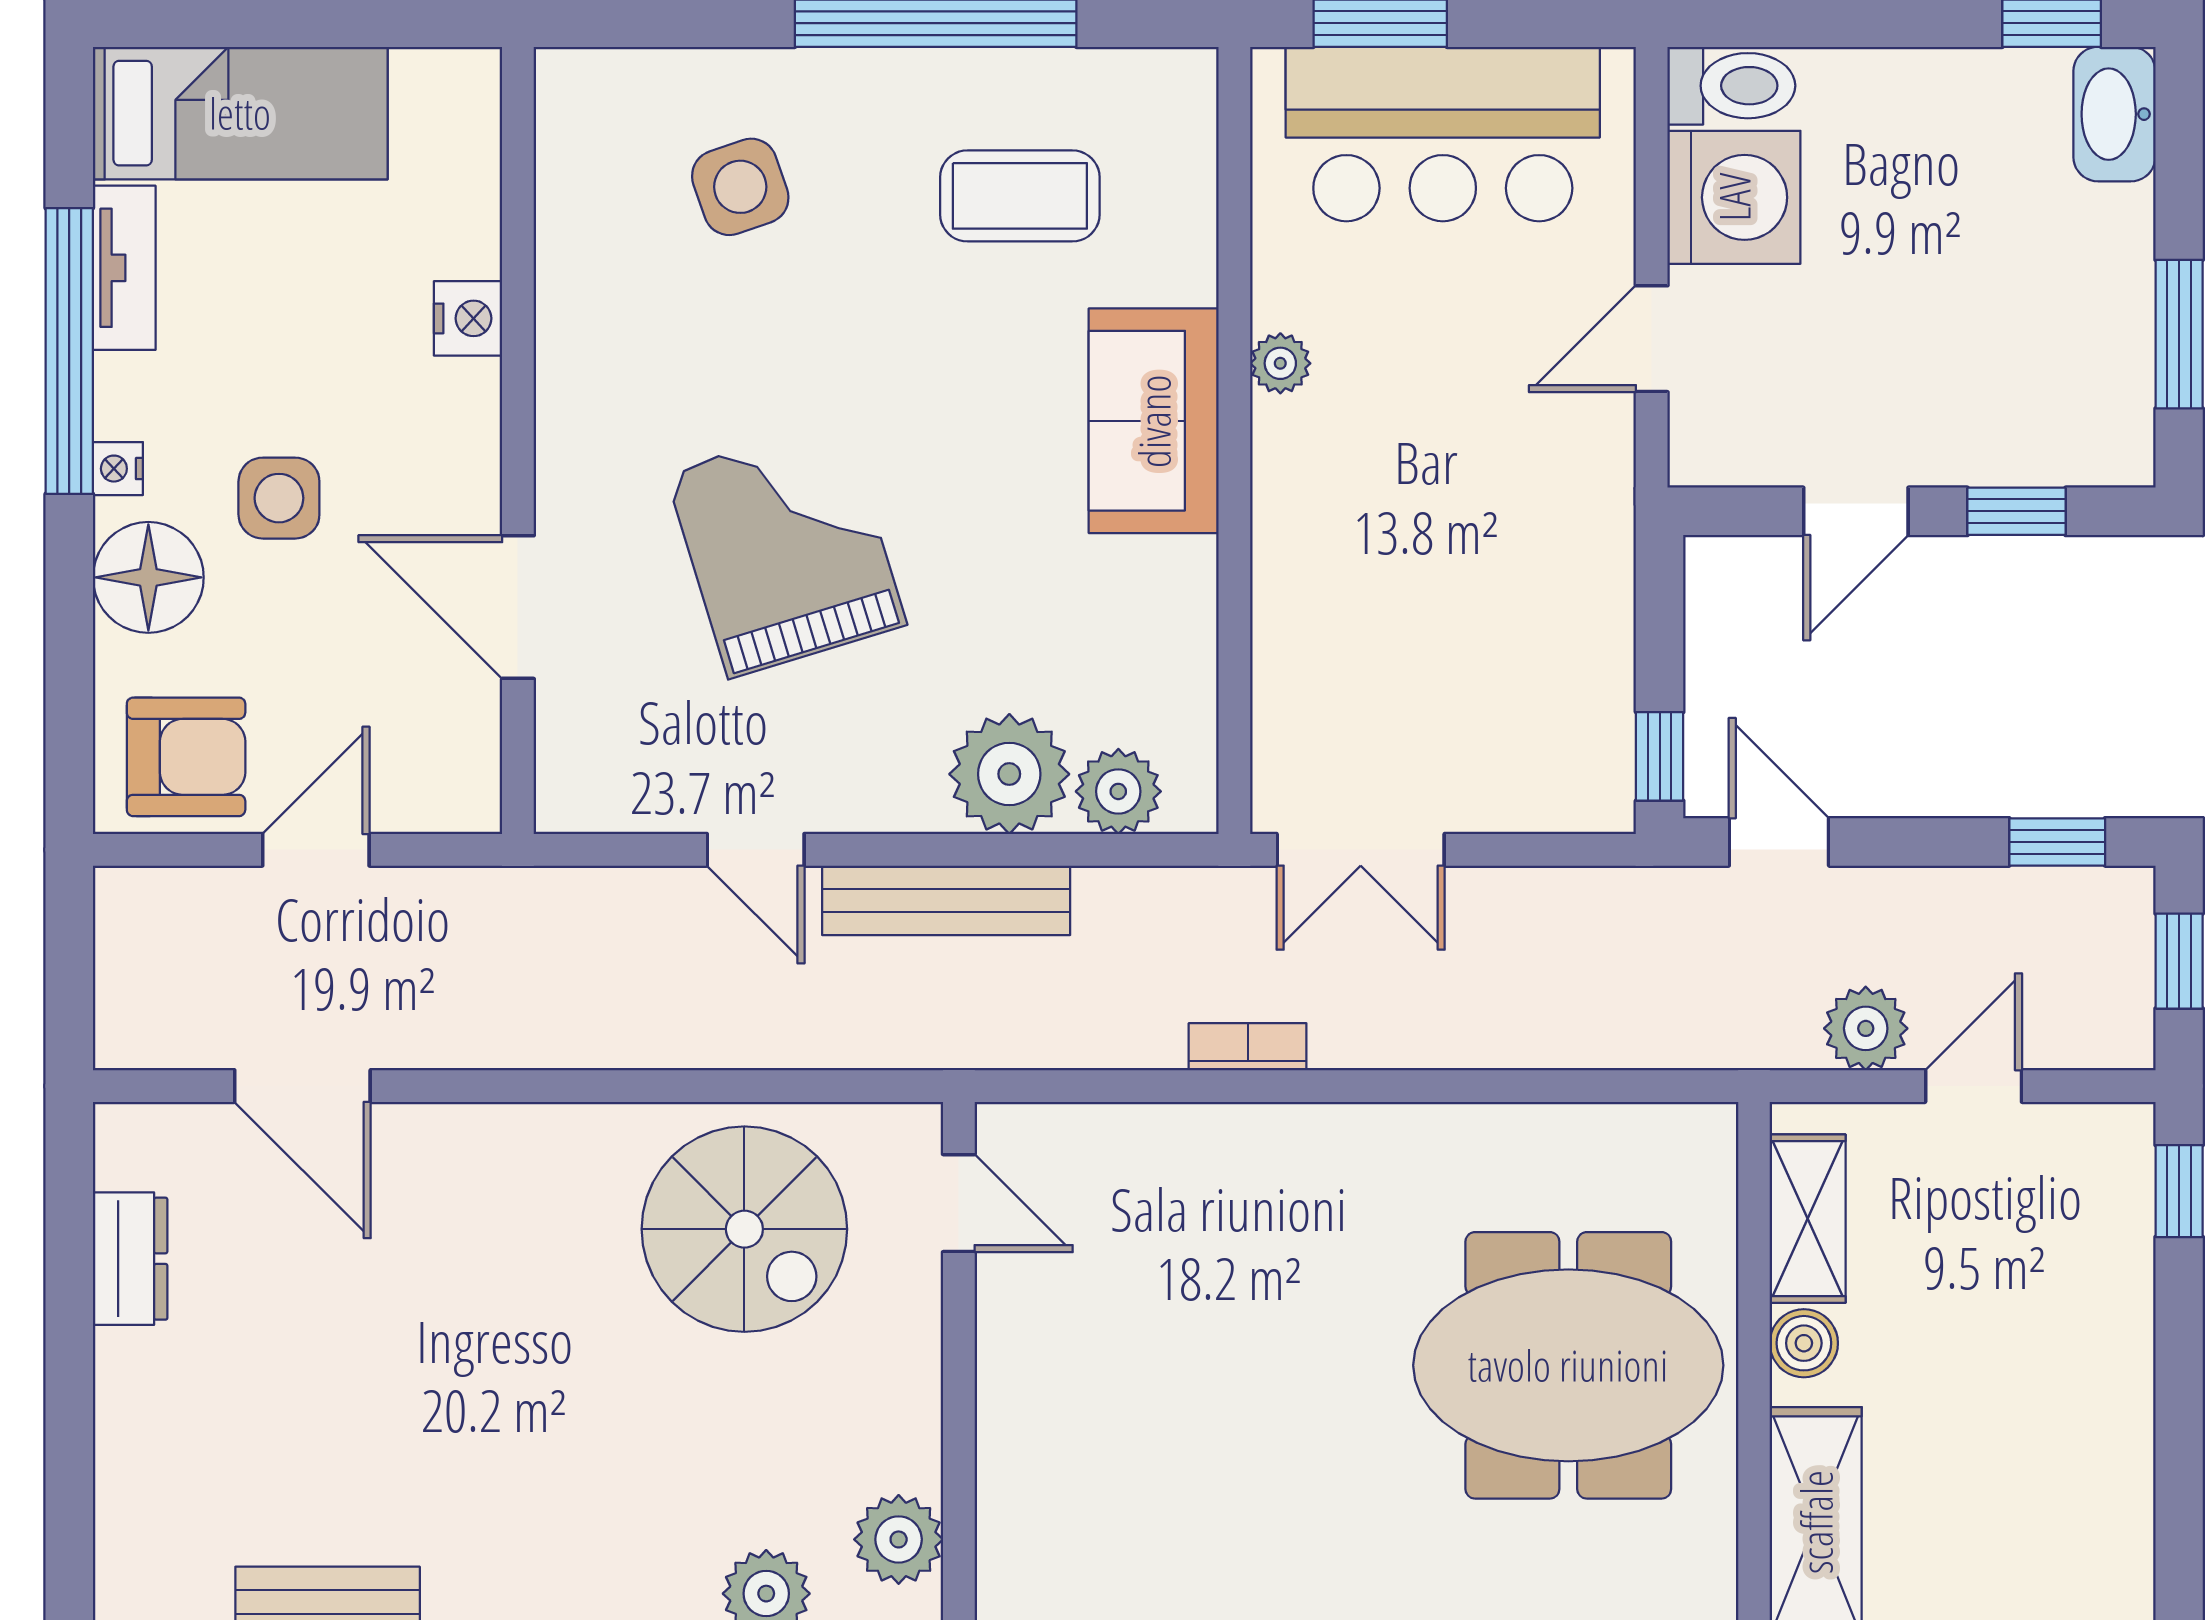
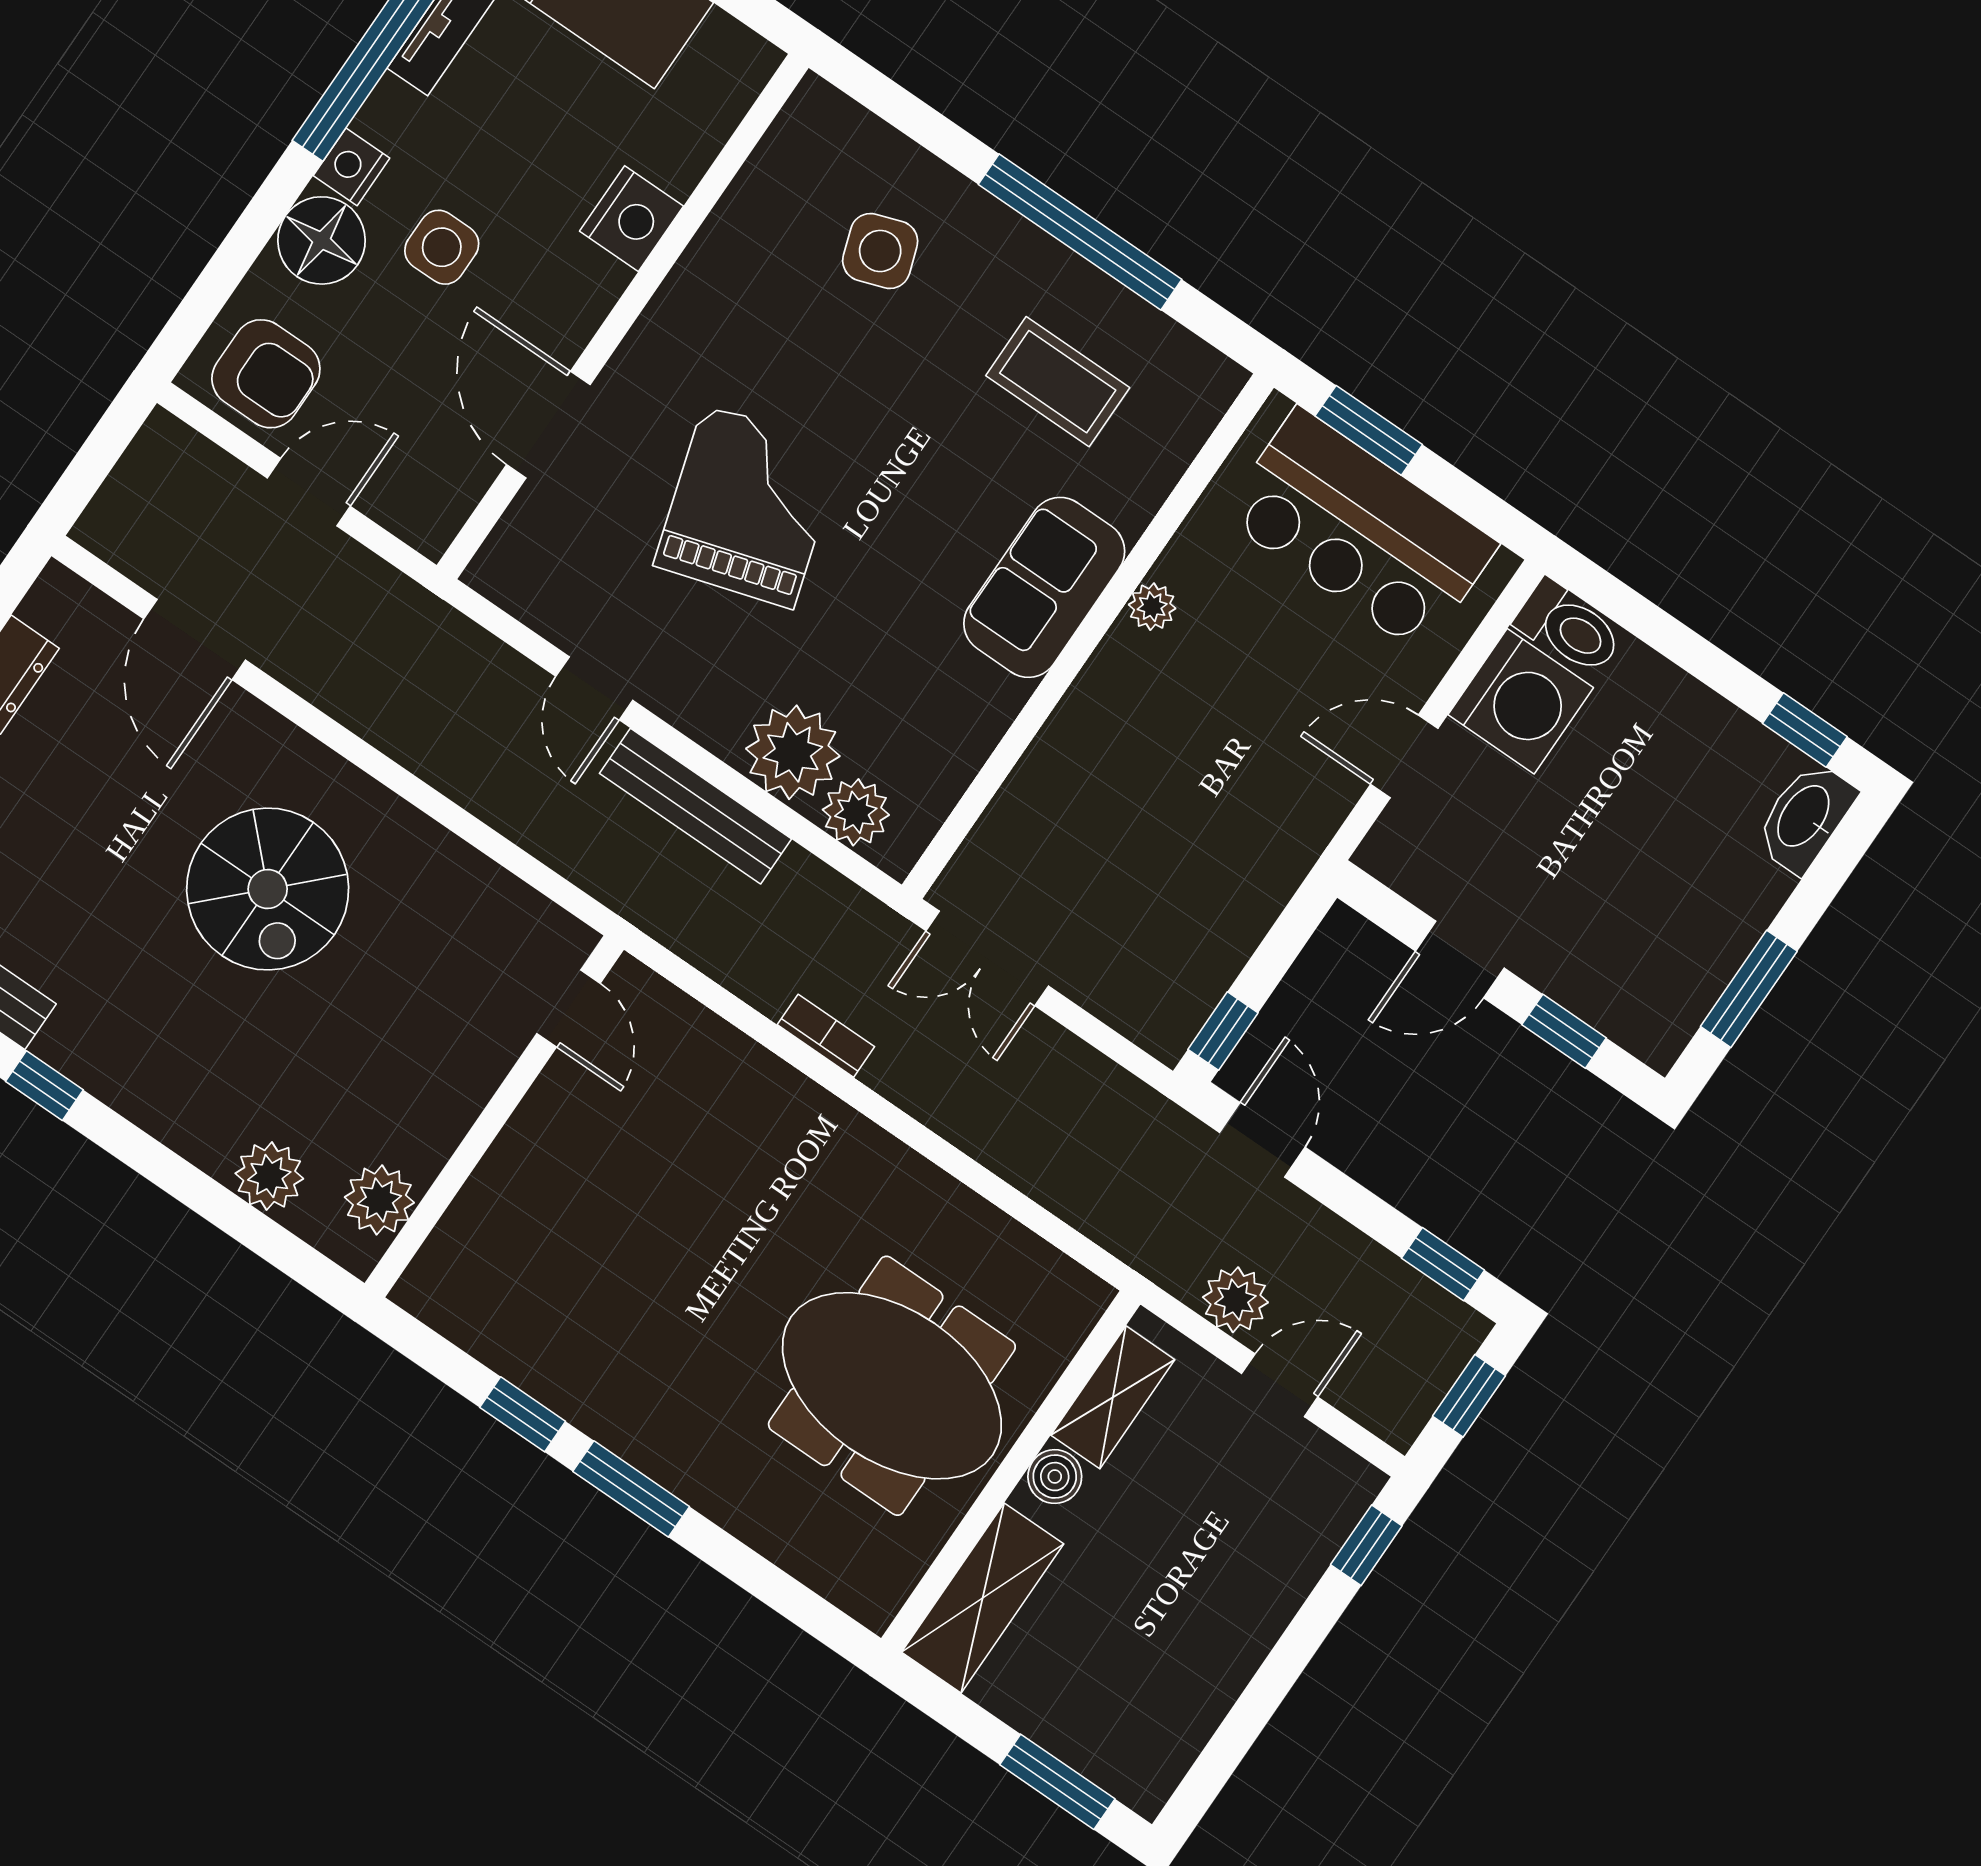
nightstand: (468, 318) -> (631, 219), width x1.36, depth x1.33
nightstand: (118, 469) -> (351, 167), width x1.39, depth x1.35
spiral stairs: (744, 1229) -> (268, 889), moved

